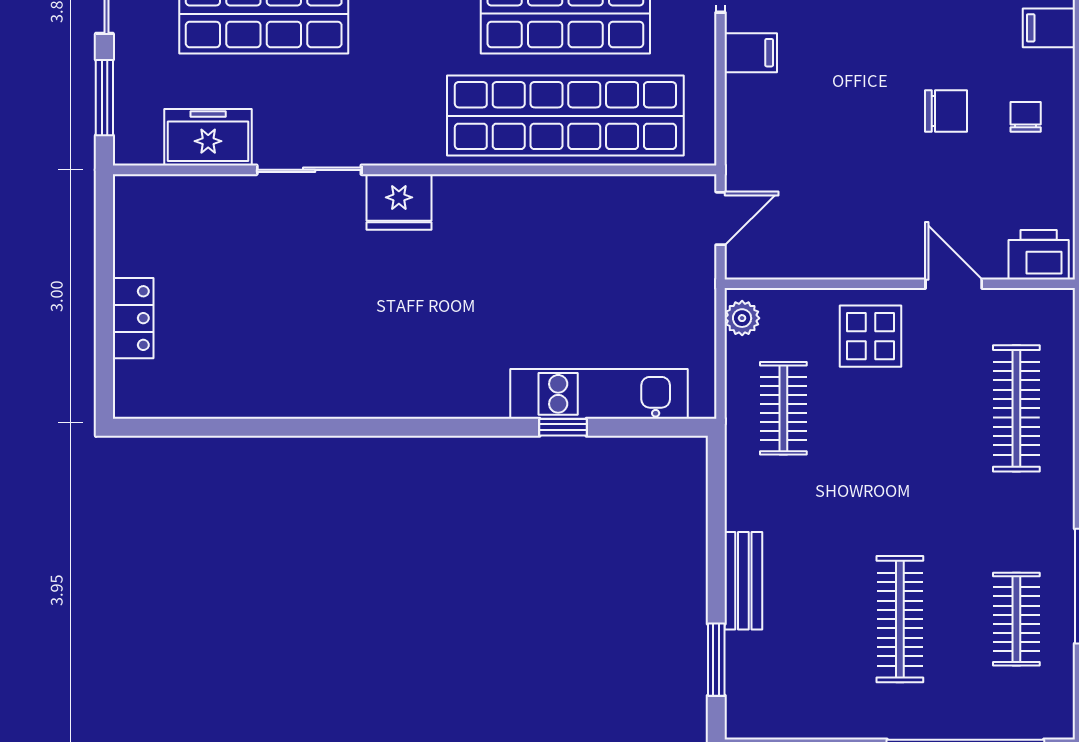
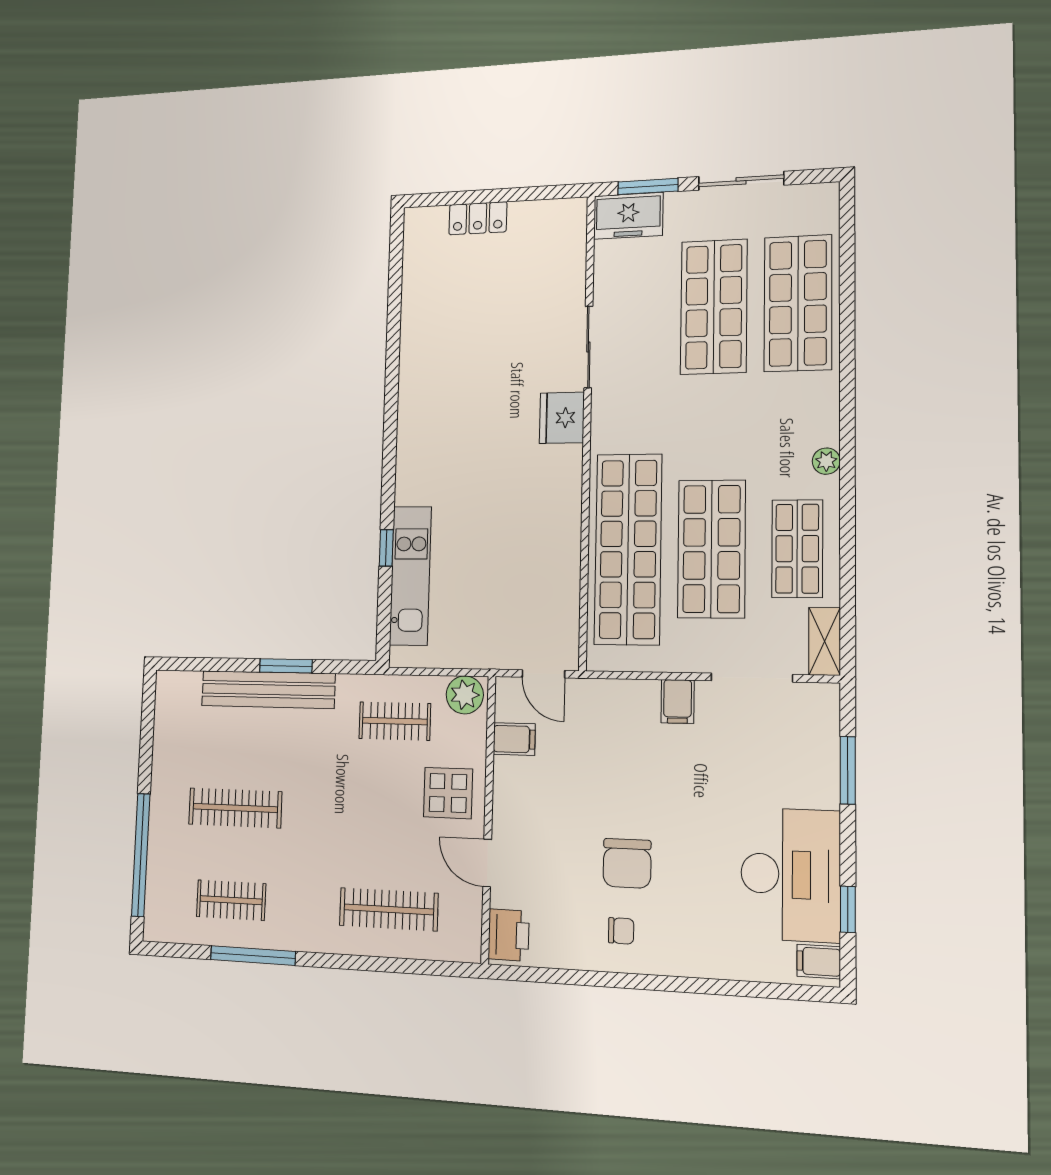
filing cabinet: (1049, 28) -> (514, 739), moved, turned 90
chair: (946, 111) -> (627, 863), width x1.37, depth x1.37
freezer: (208, 137) -> (628, 216), moved, turned 90
door: (954, 284) -> (487, 863), swing flipped
plant: (742, 318) -> (465, 695), width x1.38, depth x1.38
bench: (743, 581) -> (268, 690), width x1.86, depth x1.21
window: (716, 660) -> (286, 666), moved

